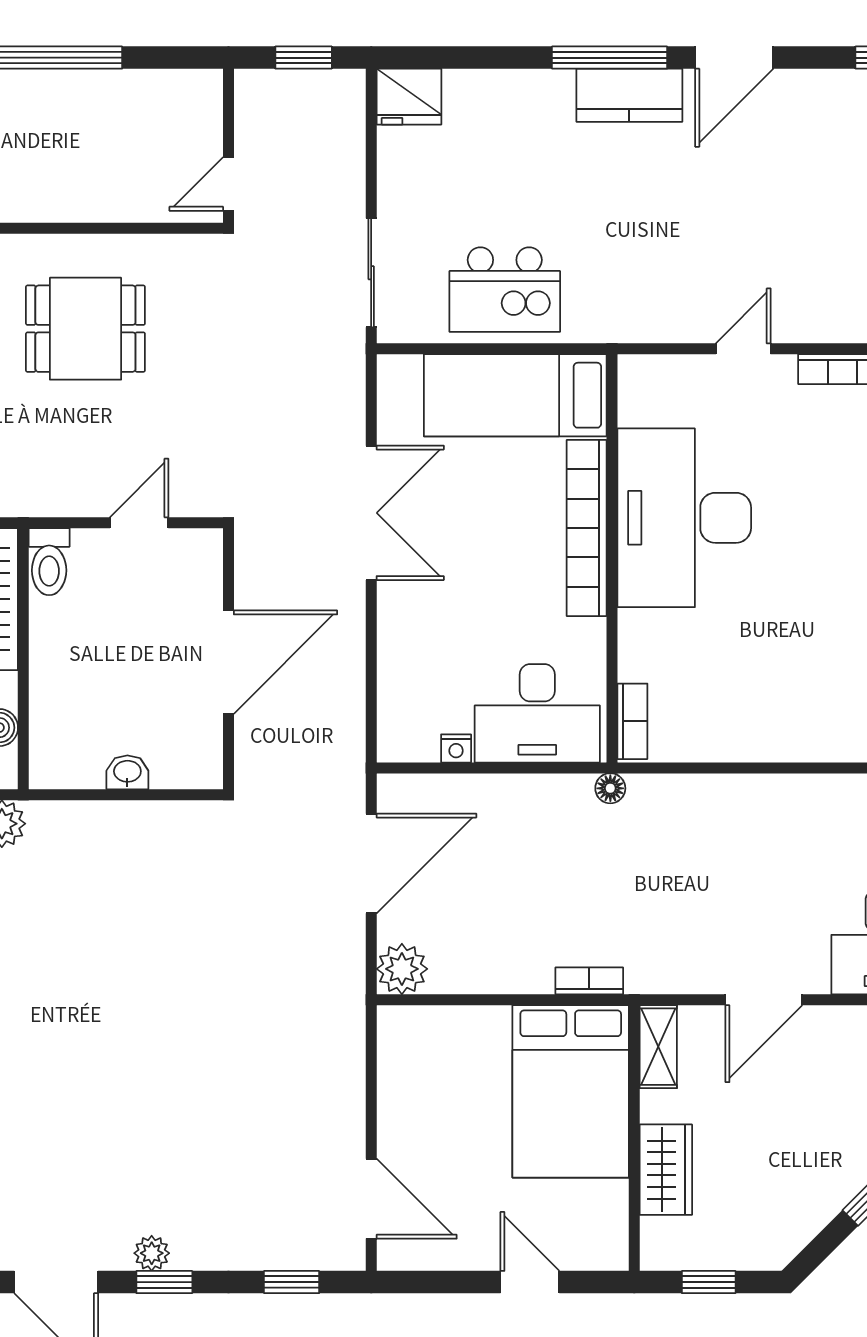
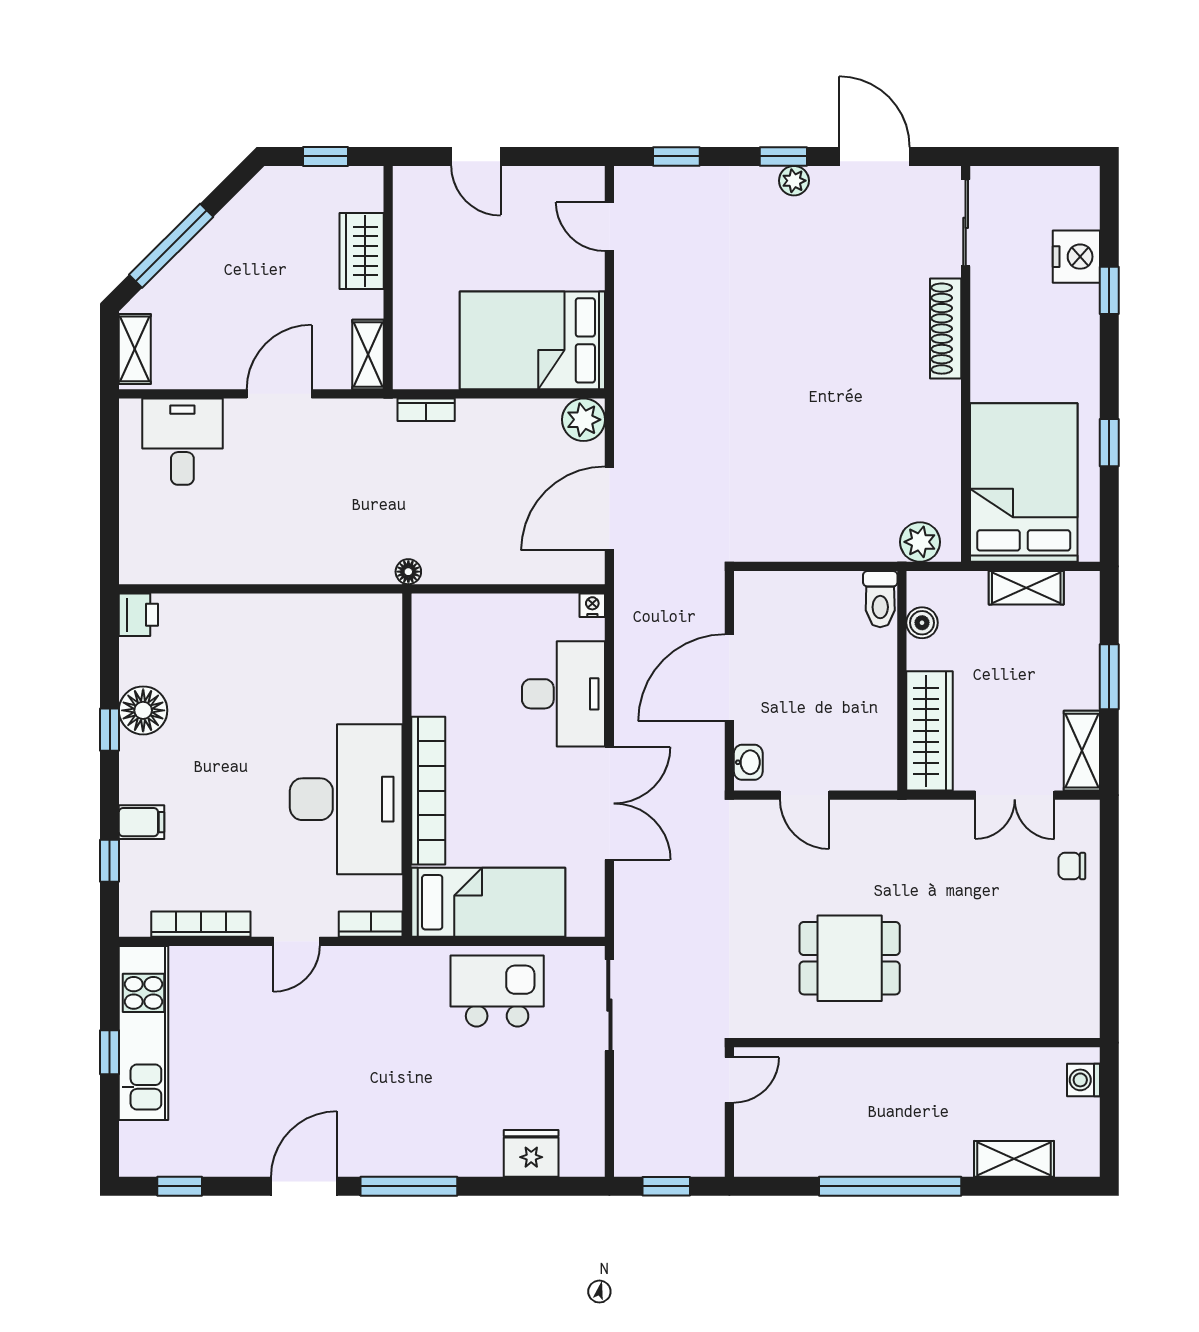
kitchen counter: (629, 95) -> (392, 1154), removed
fridge: (409, 97) -> (531, 1153), moved
double door: (371, 513) -> (609, 803), swing flipped
door: (139, 523) -> (805, 795), hinge flipped
toilet: (49, 562) -> (880, 599), moved, turned 180
desk: (537, 713) -> (564, 694), moved, turned 90
bookcase: (632, 721) -> (371, 924), moved, turned 90
nightstand: (456, 748) -> (592, 605), moved
washbasin: (127, 772) -> (748, 762), moved, turned -90
bed: (571, 1091) -> (532, 340), moved, turned -90
door: (371, 1199) -> (609, 227), width x0.73

